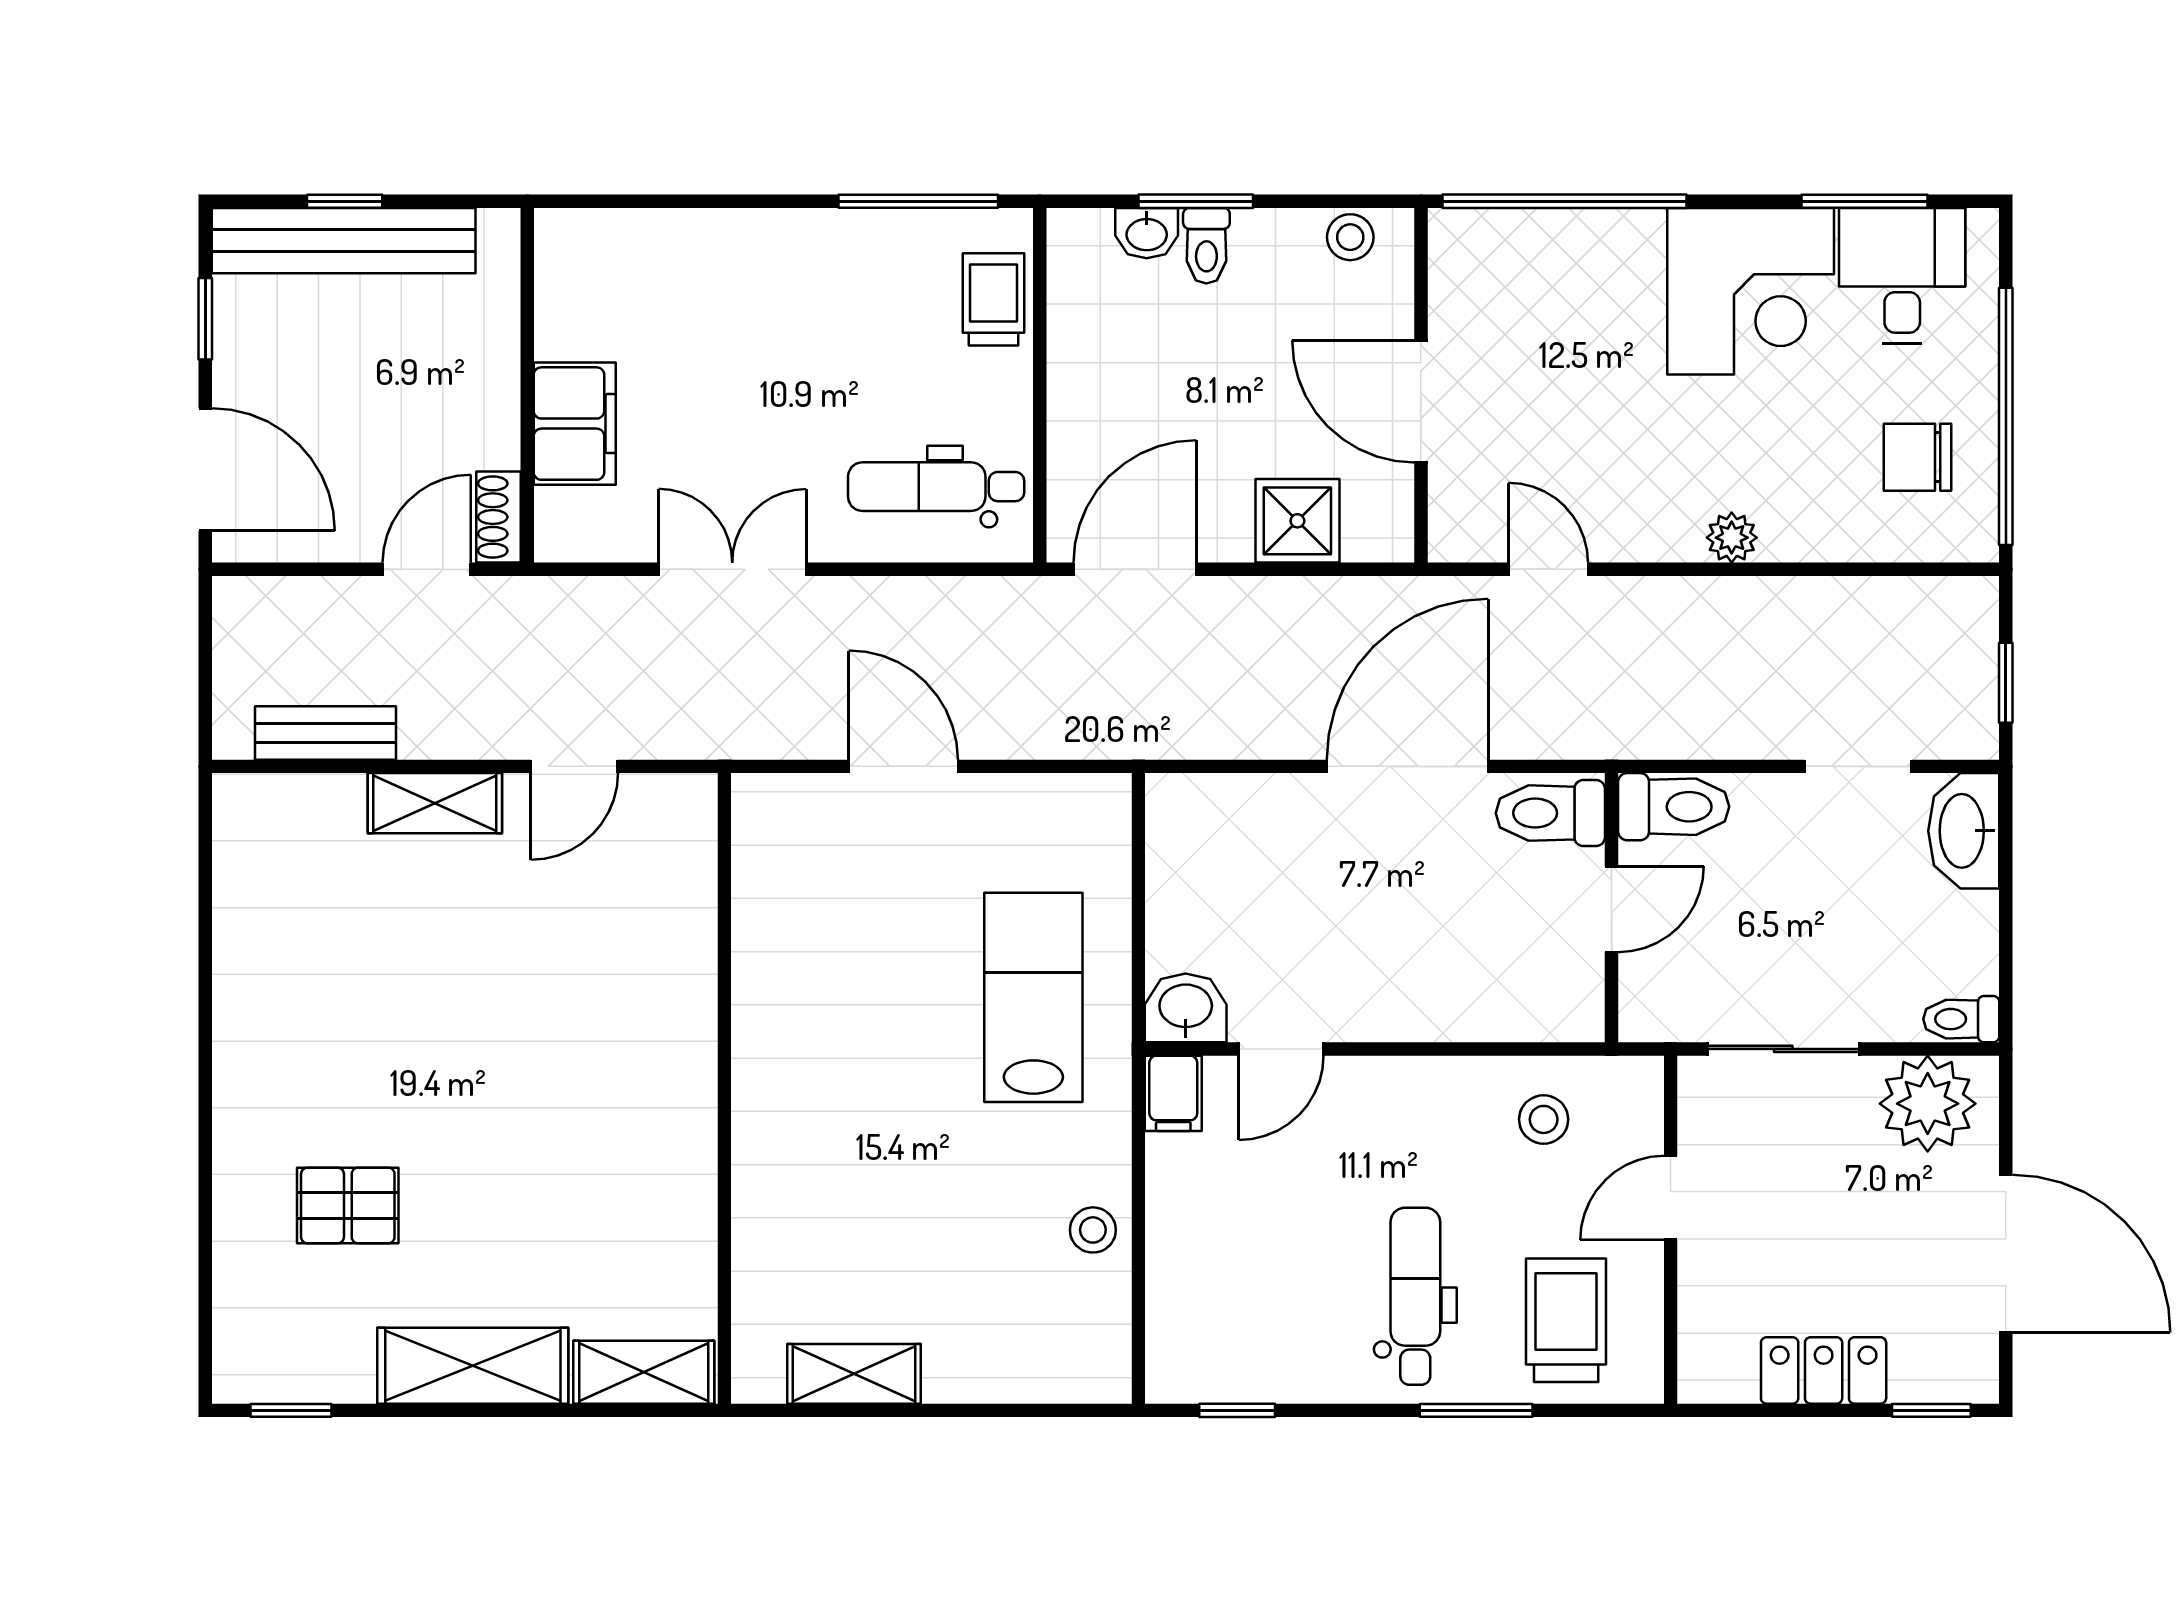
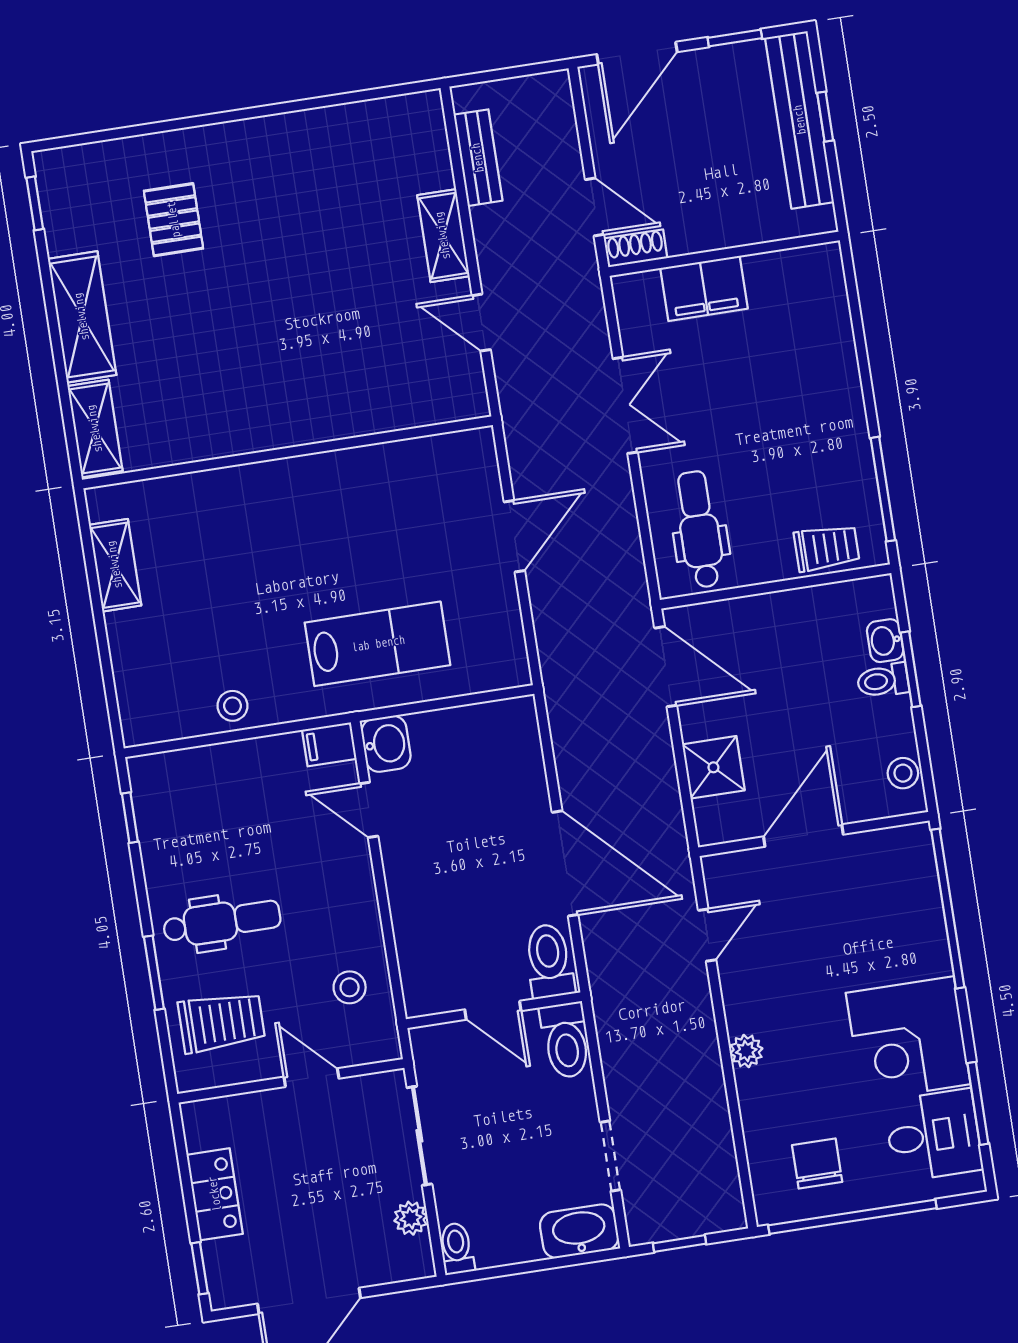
plant: (1928, 1104) -> (411, 1218), width x0.53, depth x0.53

